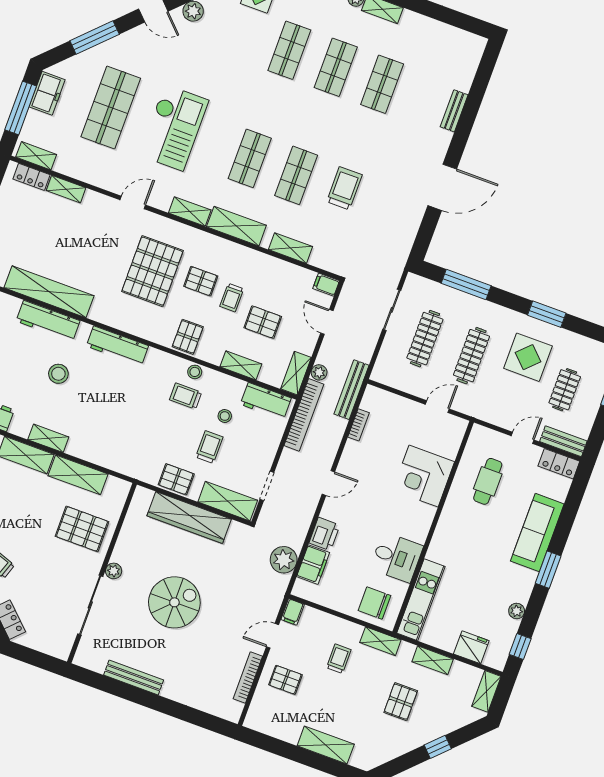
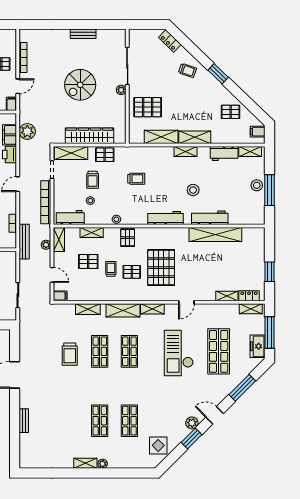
shop shelf: (382, 84) -> (70, 421), removed
trolley: (186, 396) -> (136, 179), moved
bookcase: (304, 415) -> (46, 202), moved
bench: (134, 677) -> (83, 34), width x0.73

